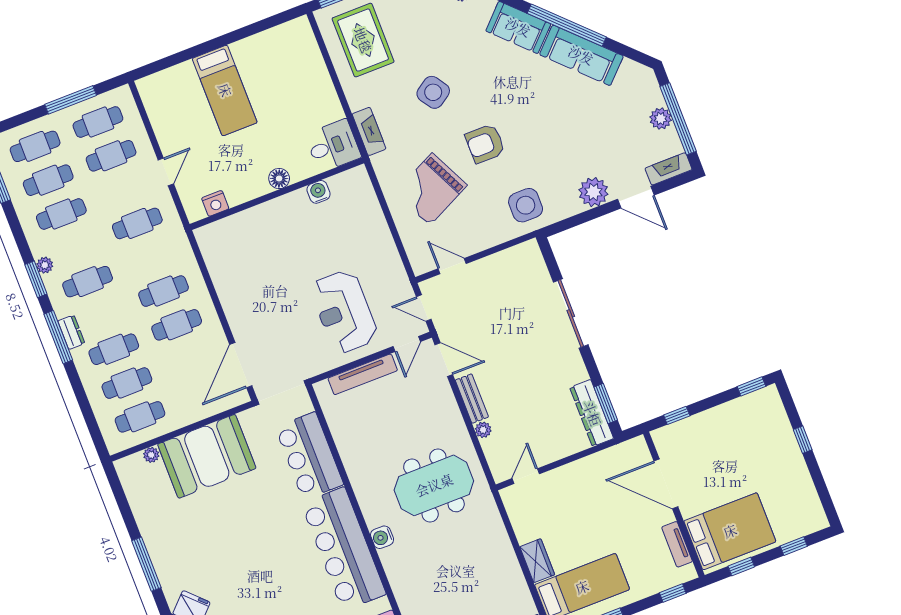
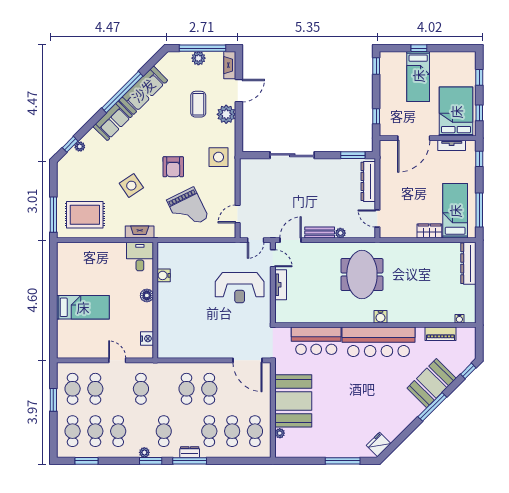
window: (71, 100) -> (53, 400), width x0.69
coffee table: (592, 145) -> (198, 104), added
tv unit: (363, 374) -> (281, 285), width x0.71
dresser: (592, 413) -> (368, 181), moved, turned 90
bed: (760, 455) -> (418, 76), added

